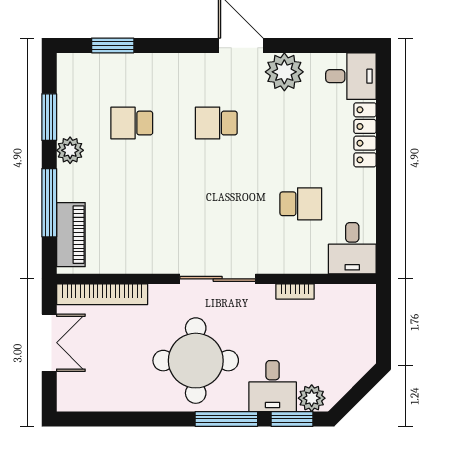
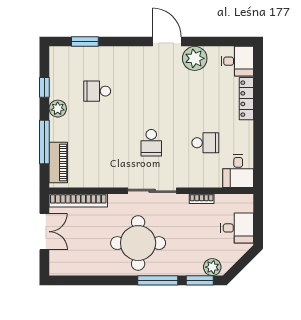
window: (49, 117) -> (44, 87), width x0.67
school desk: (216, 123) -> (151, 143), moved, turned -90
desk: (273, 386) -> (237, 228), moved, turned -90

